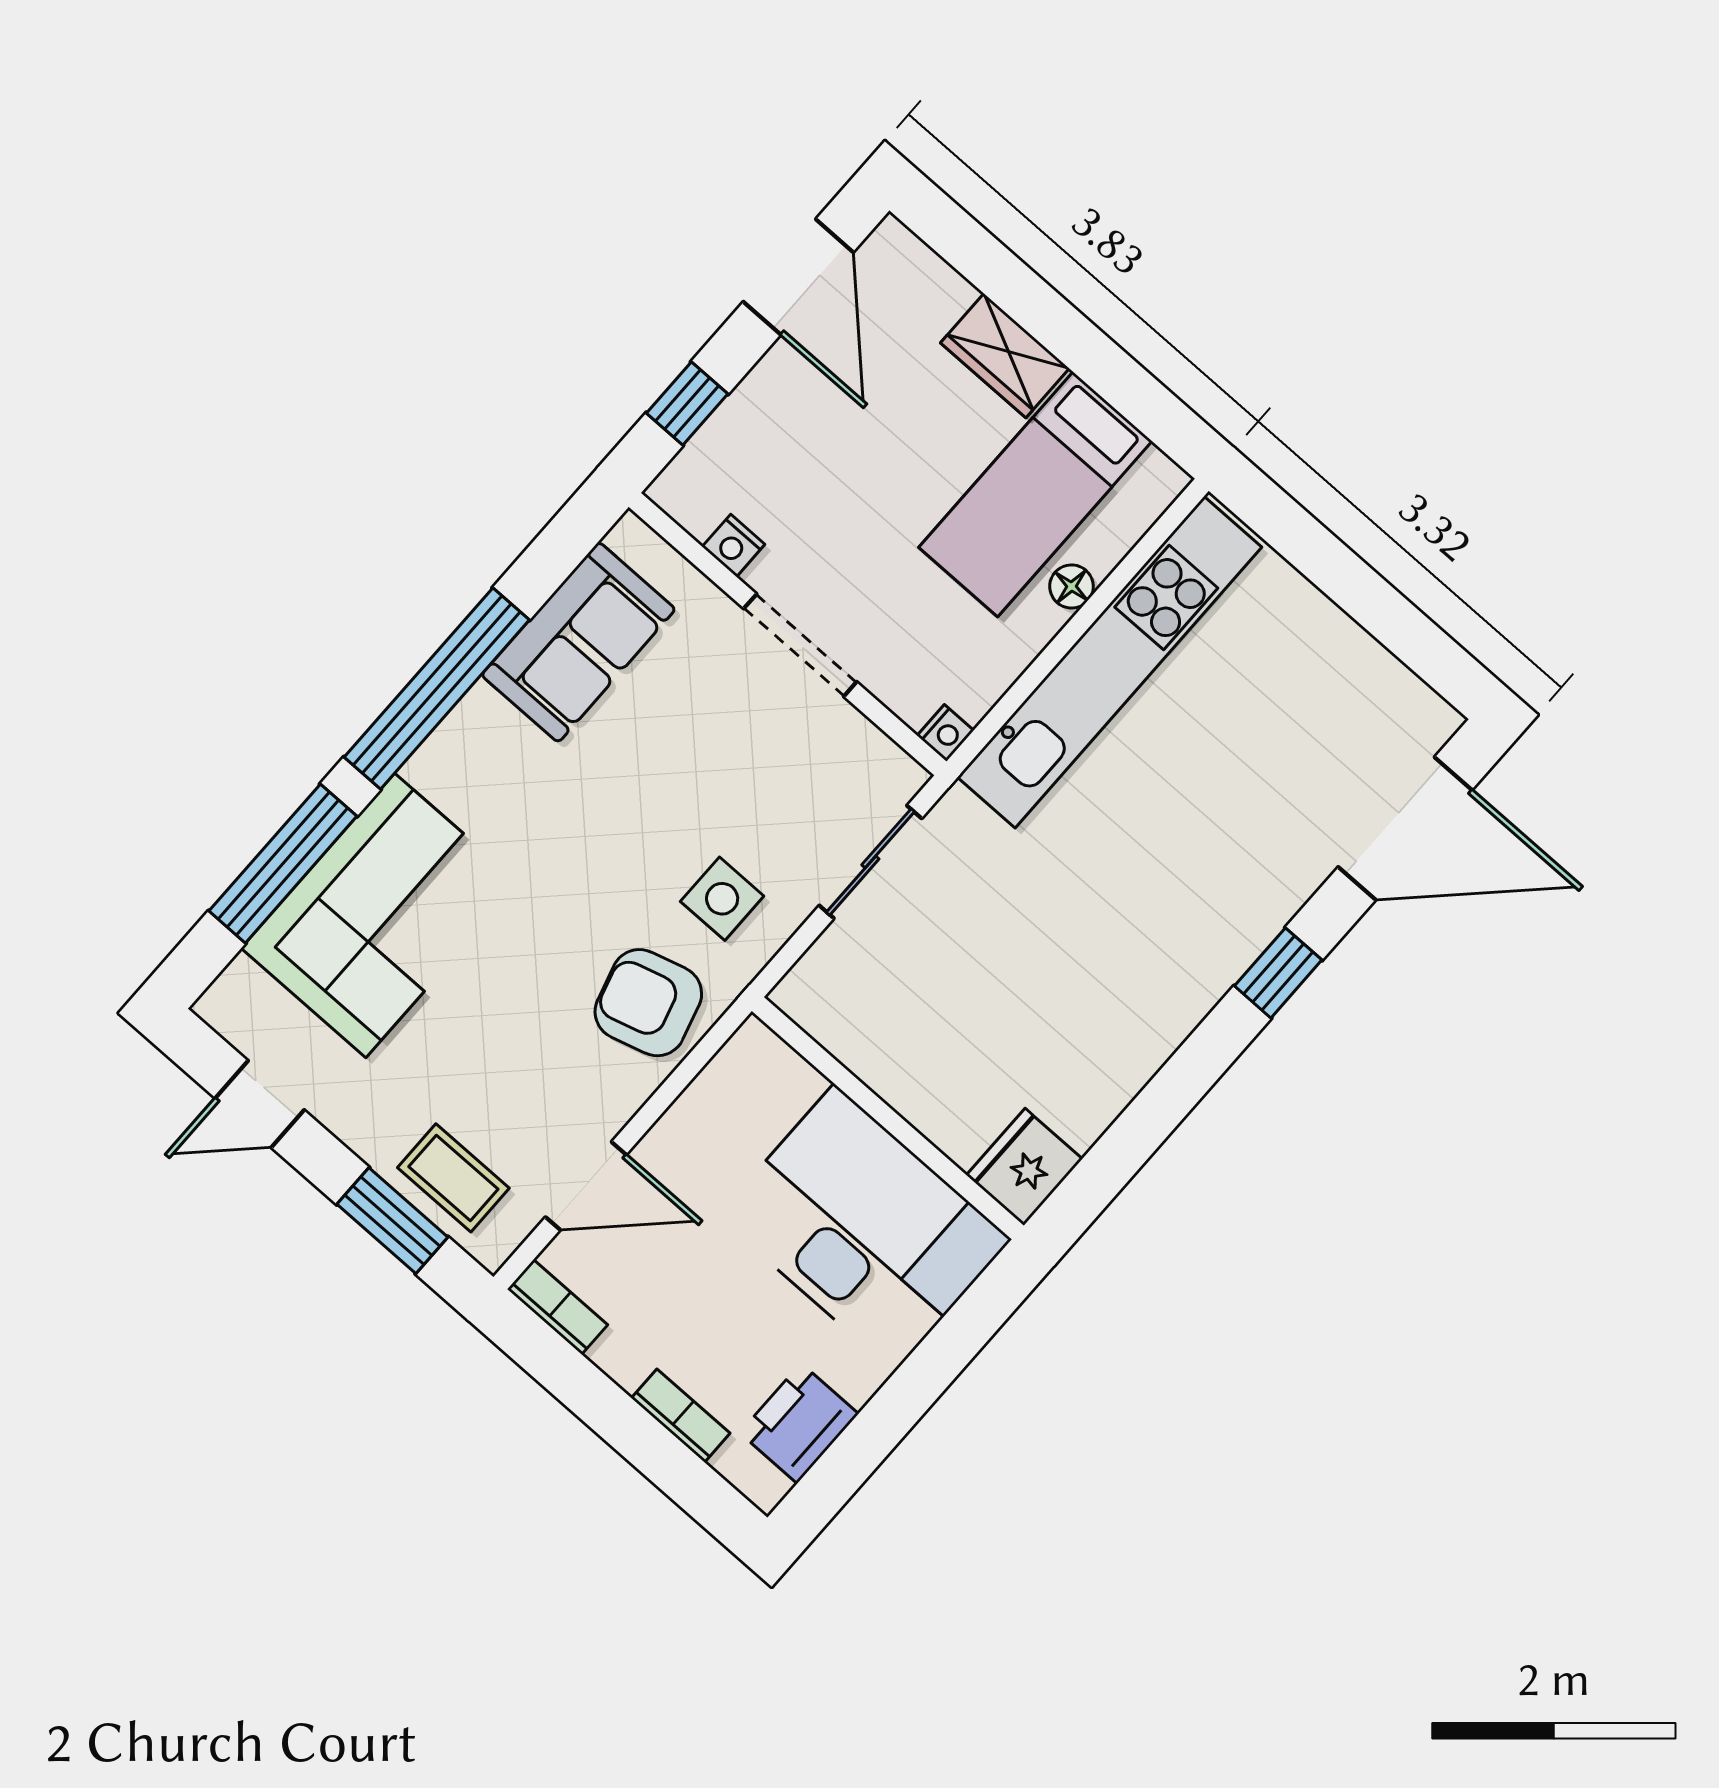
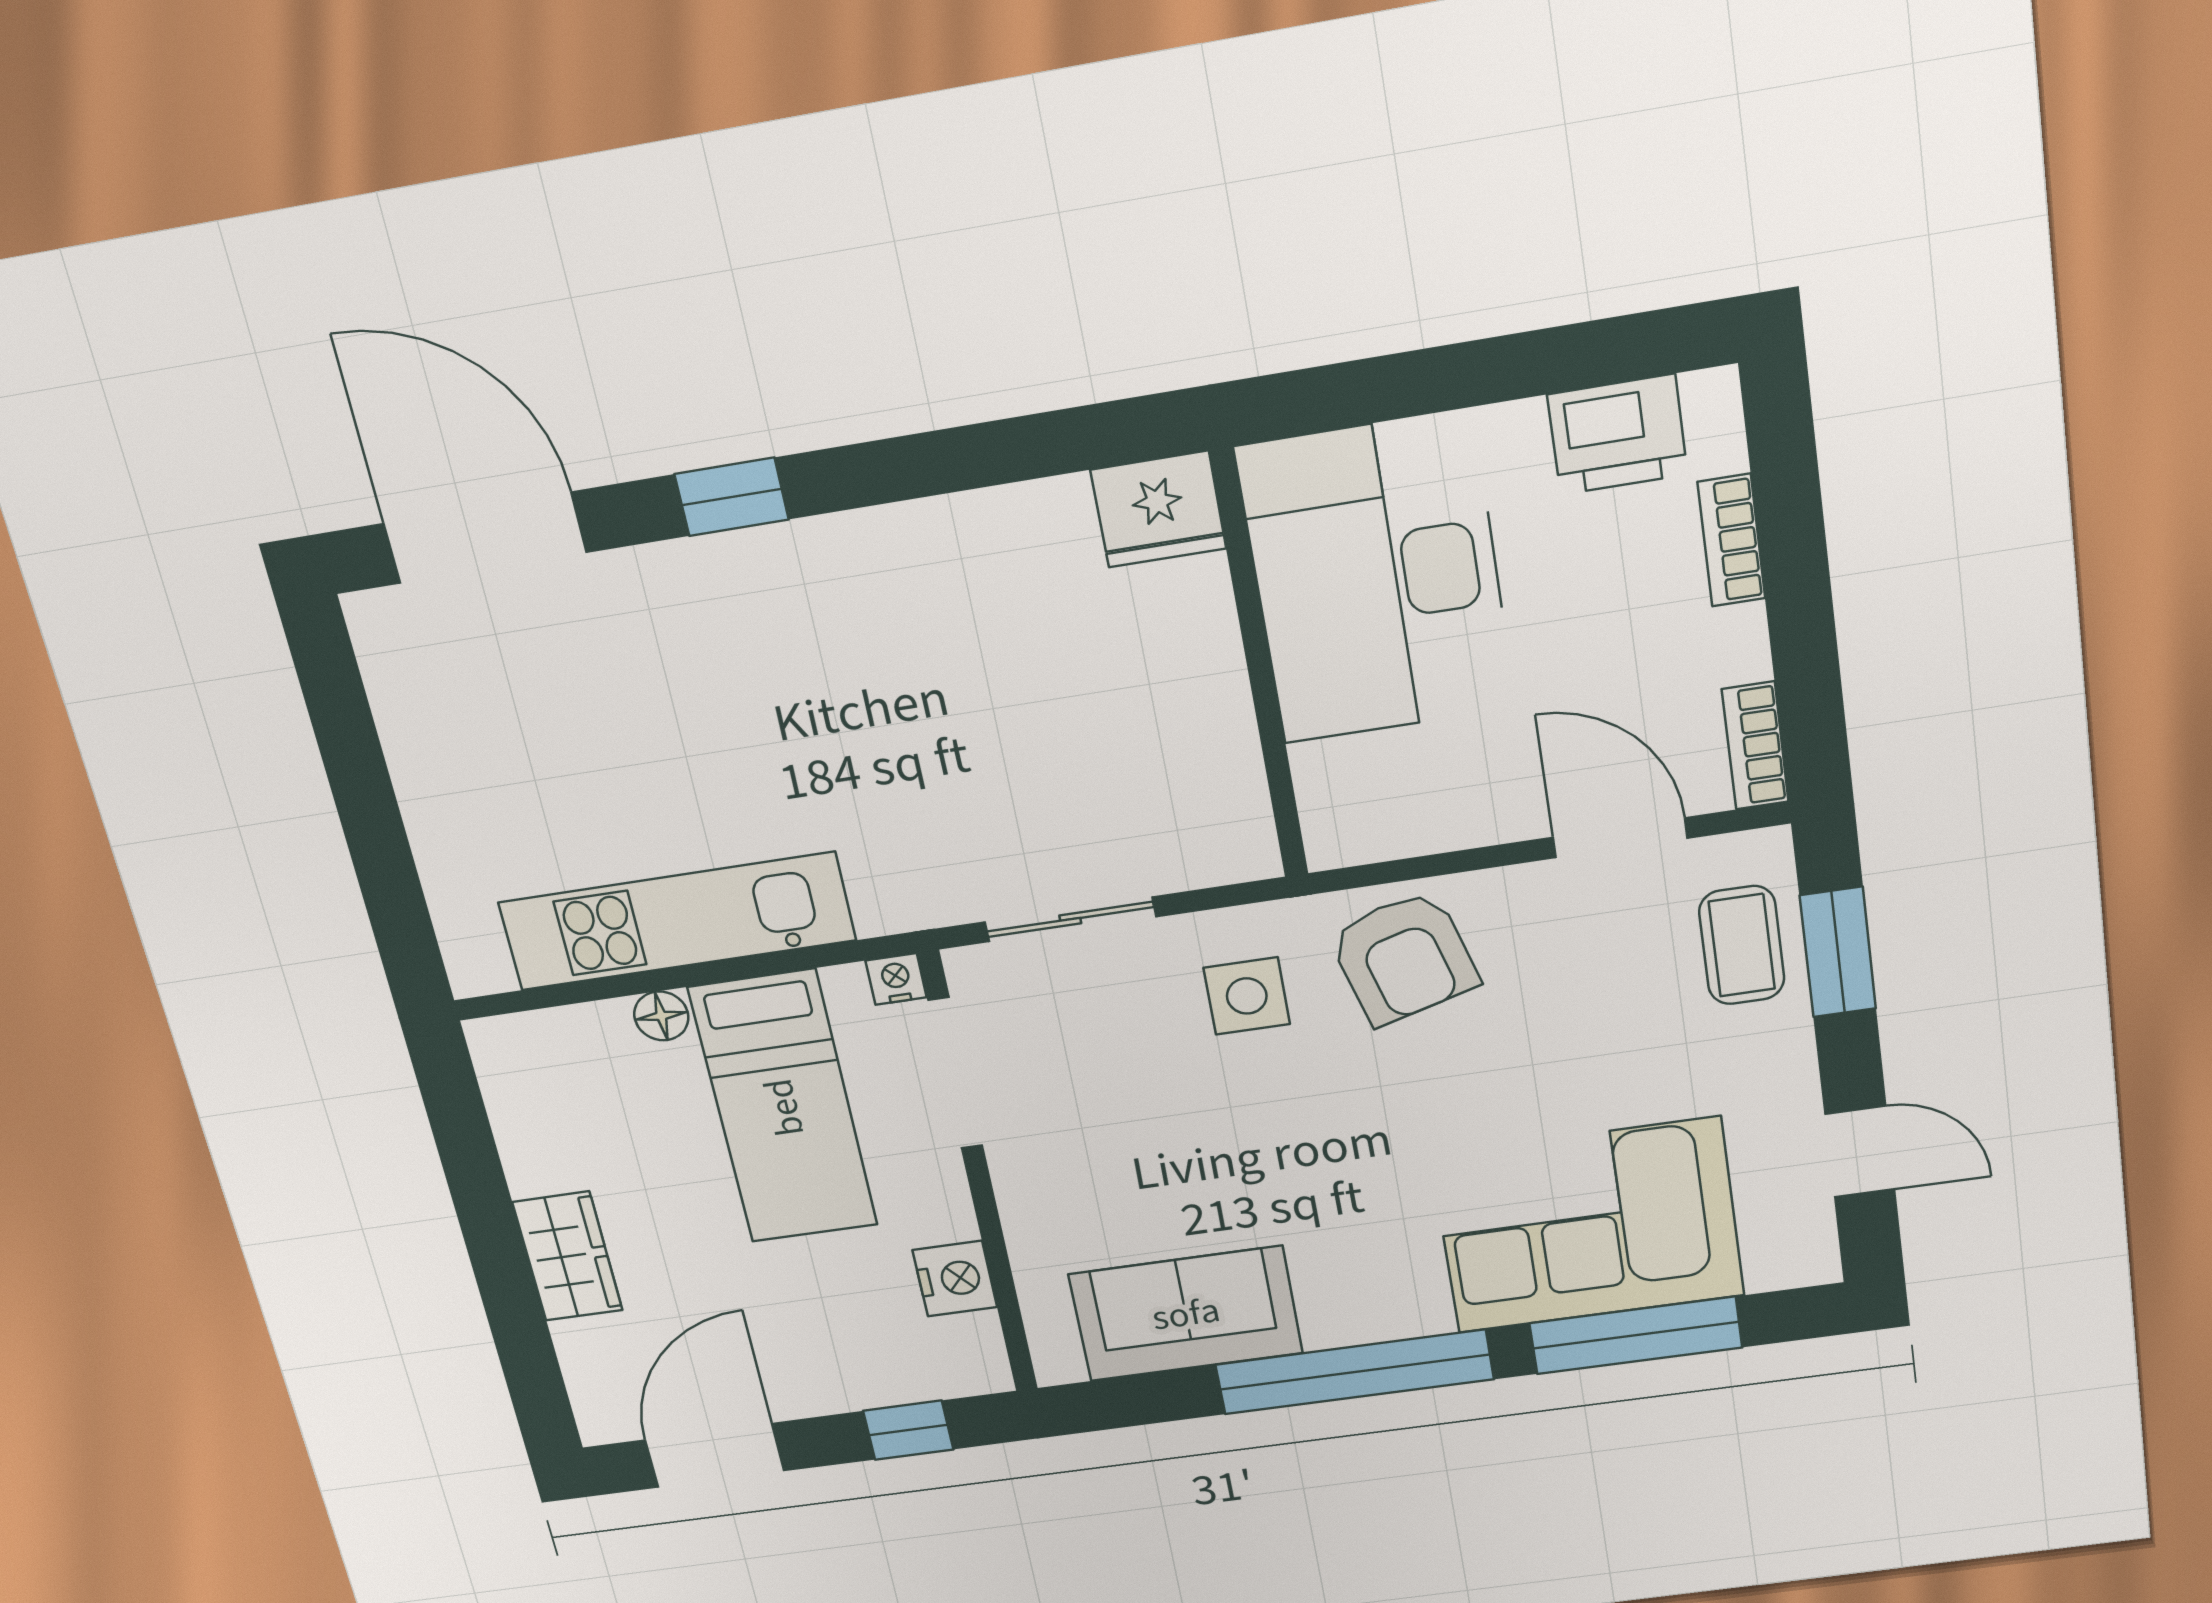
bed: (1035, 494) -> (784, 1107), moved, turned 90
nightstand: (733, 546) -> (955, 1279), width x1.39, depth x1.35
doorway: (800, 645) -> (955, 1073), moved
kitchen unit: (1110, 662) -> (677, 921), width x0.73

